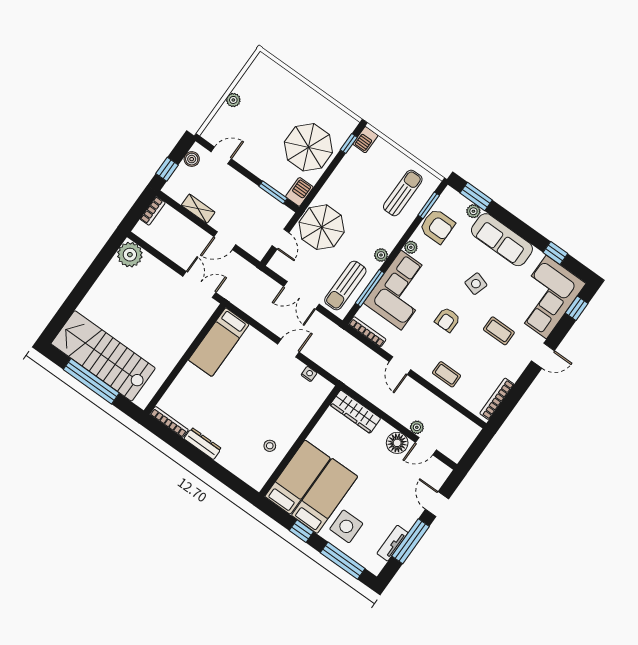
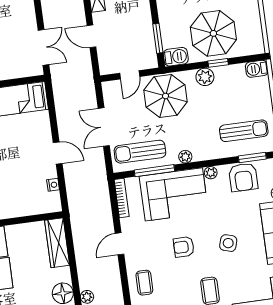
window: (349, 144) -> (218, 63), moved
plant: (335, 184) -> (205, 77), added

